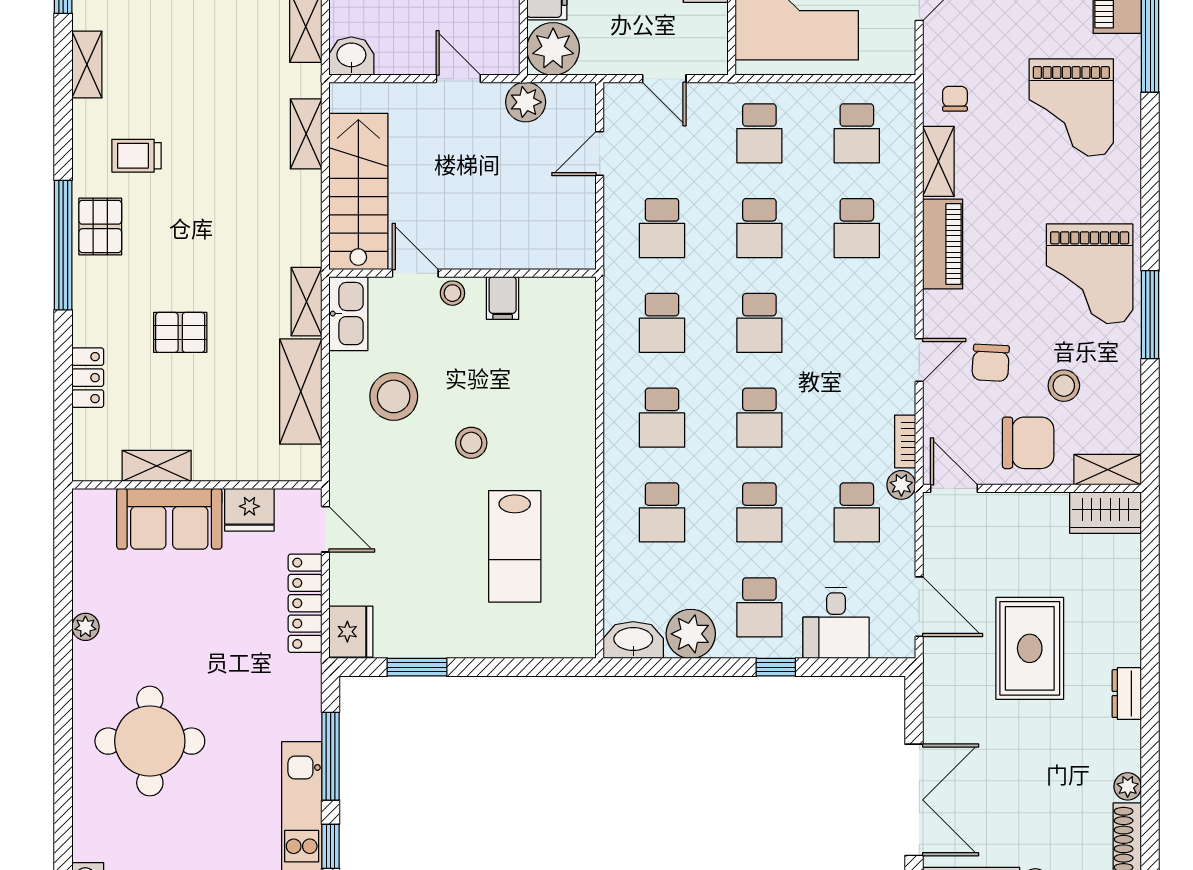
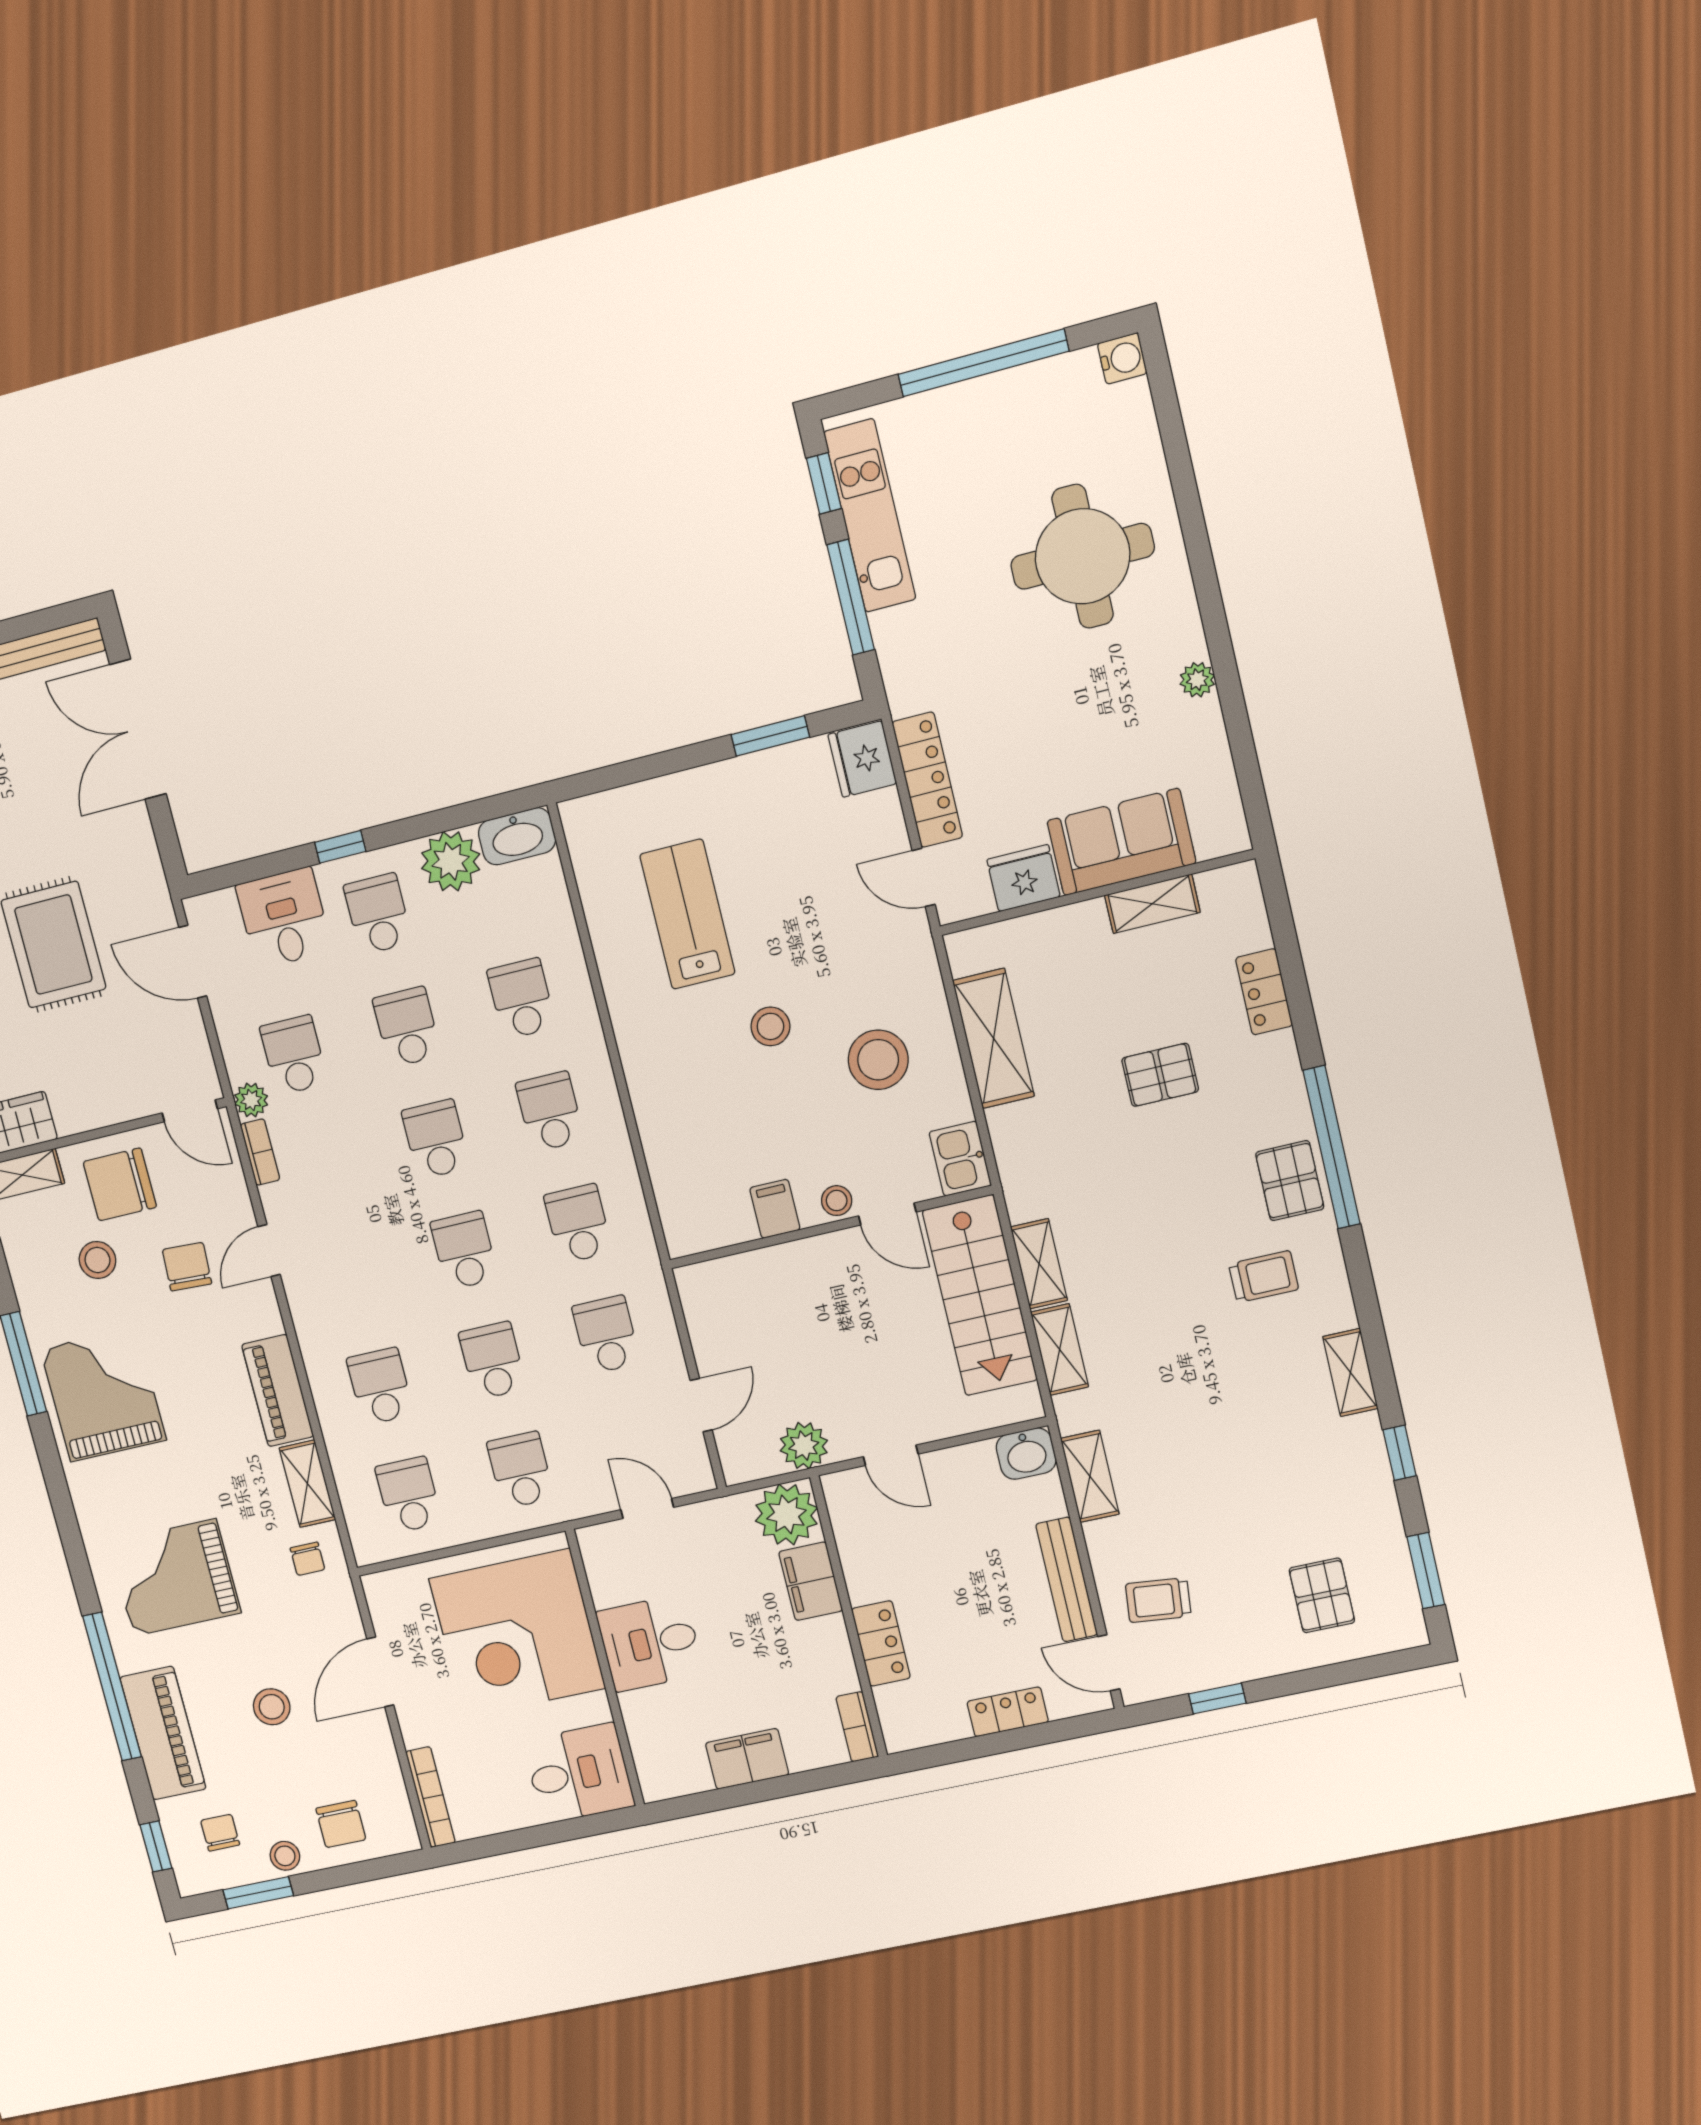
grand piano: (1071, 107) -> (175, 1578), turned -90
shelving: (306, 302) -> (1039, 1264), moved
kitchen sink: (348, 314) -> (960, 1159), width x0.73

